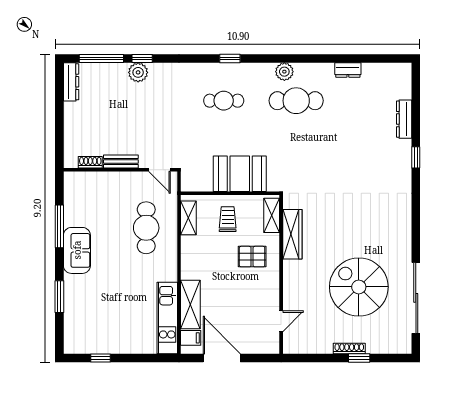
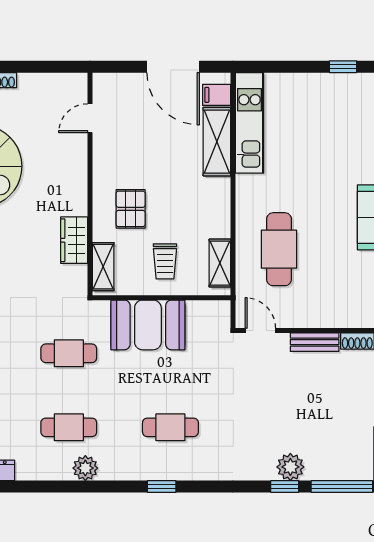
cafe table: (296, 101) -> (69, 427), width x0.73, depth x0.74
cafe table: (296, 153) -> (69, 353), added
wardrobe: (292, 234) -> (74, 240), width x0.67
pallet: (252, 257) -> (131, 209), turned 90

